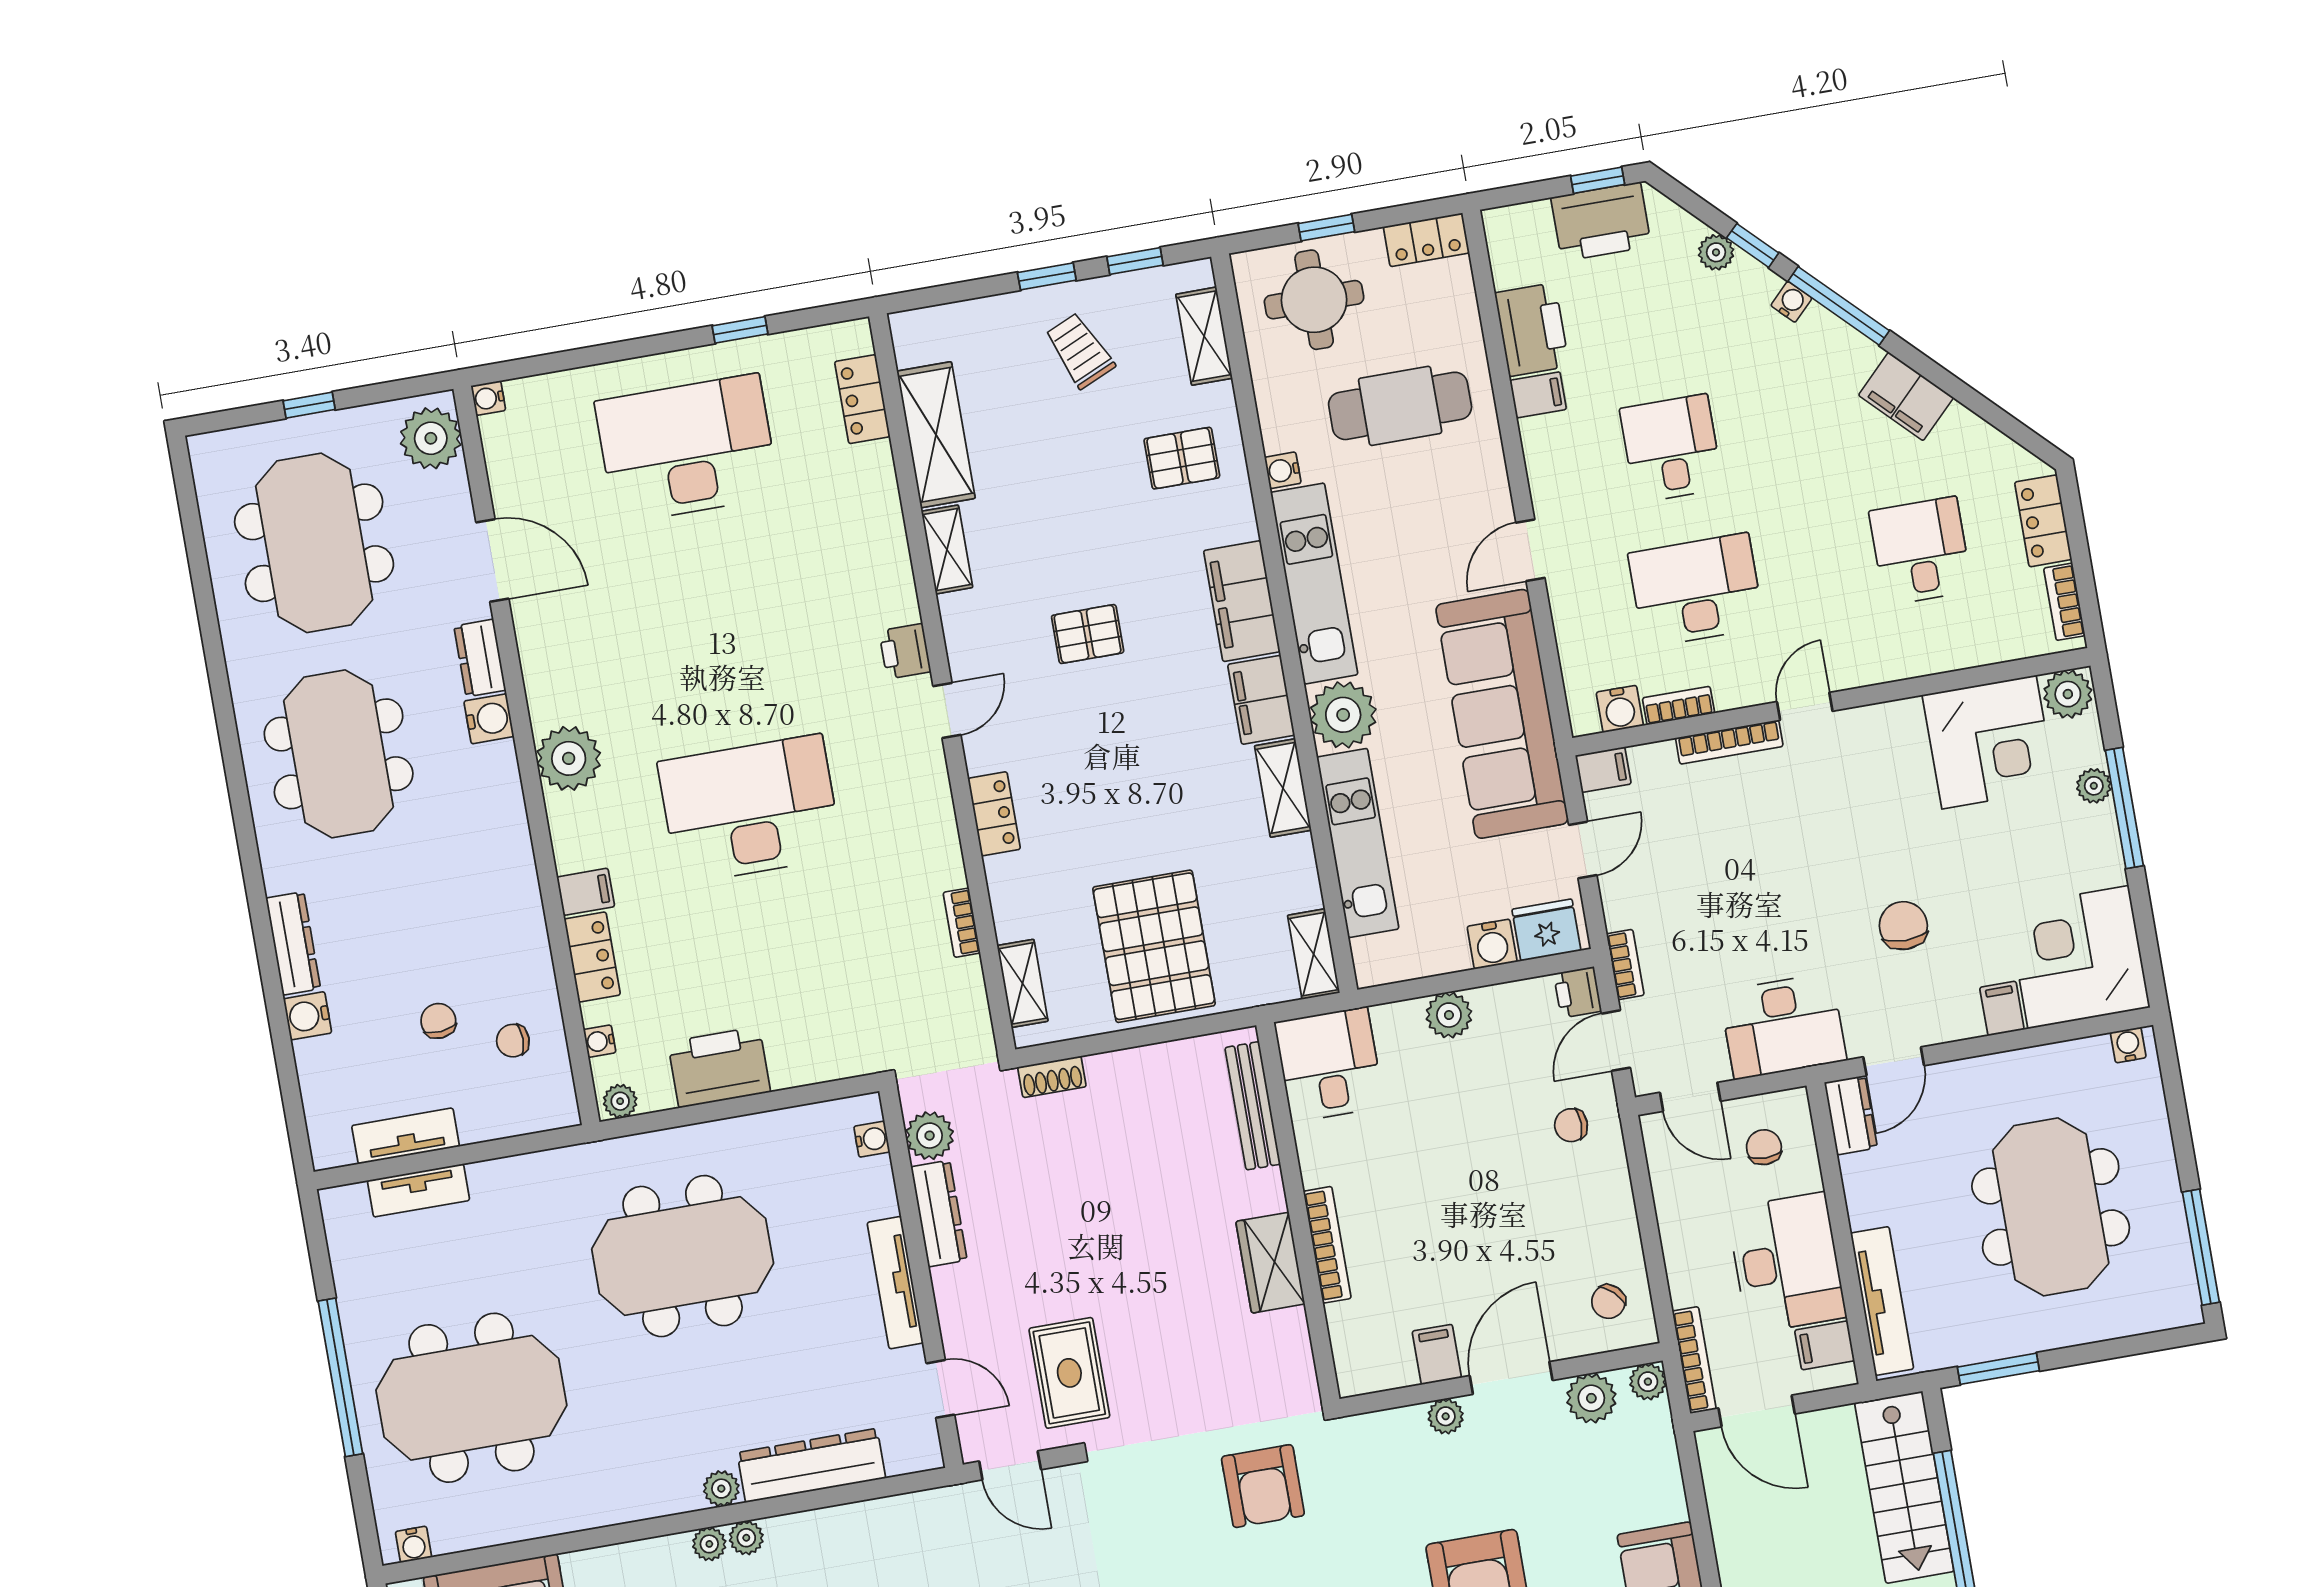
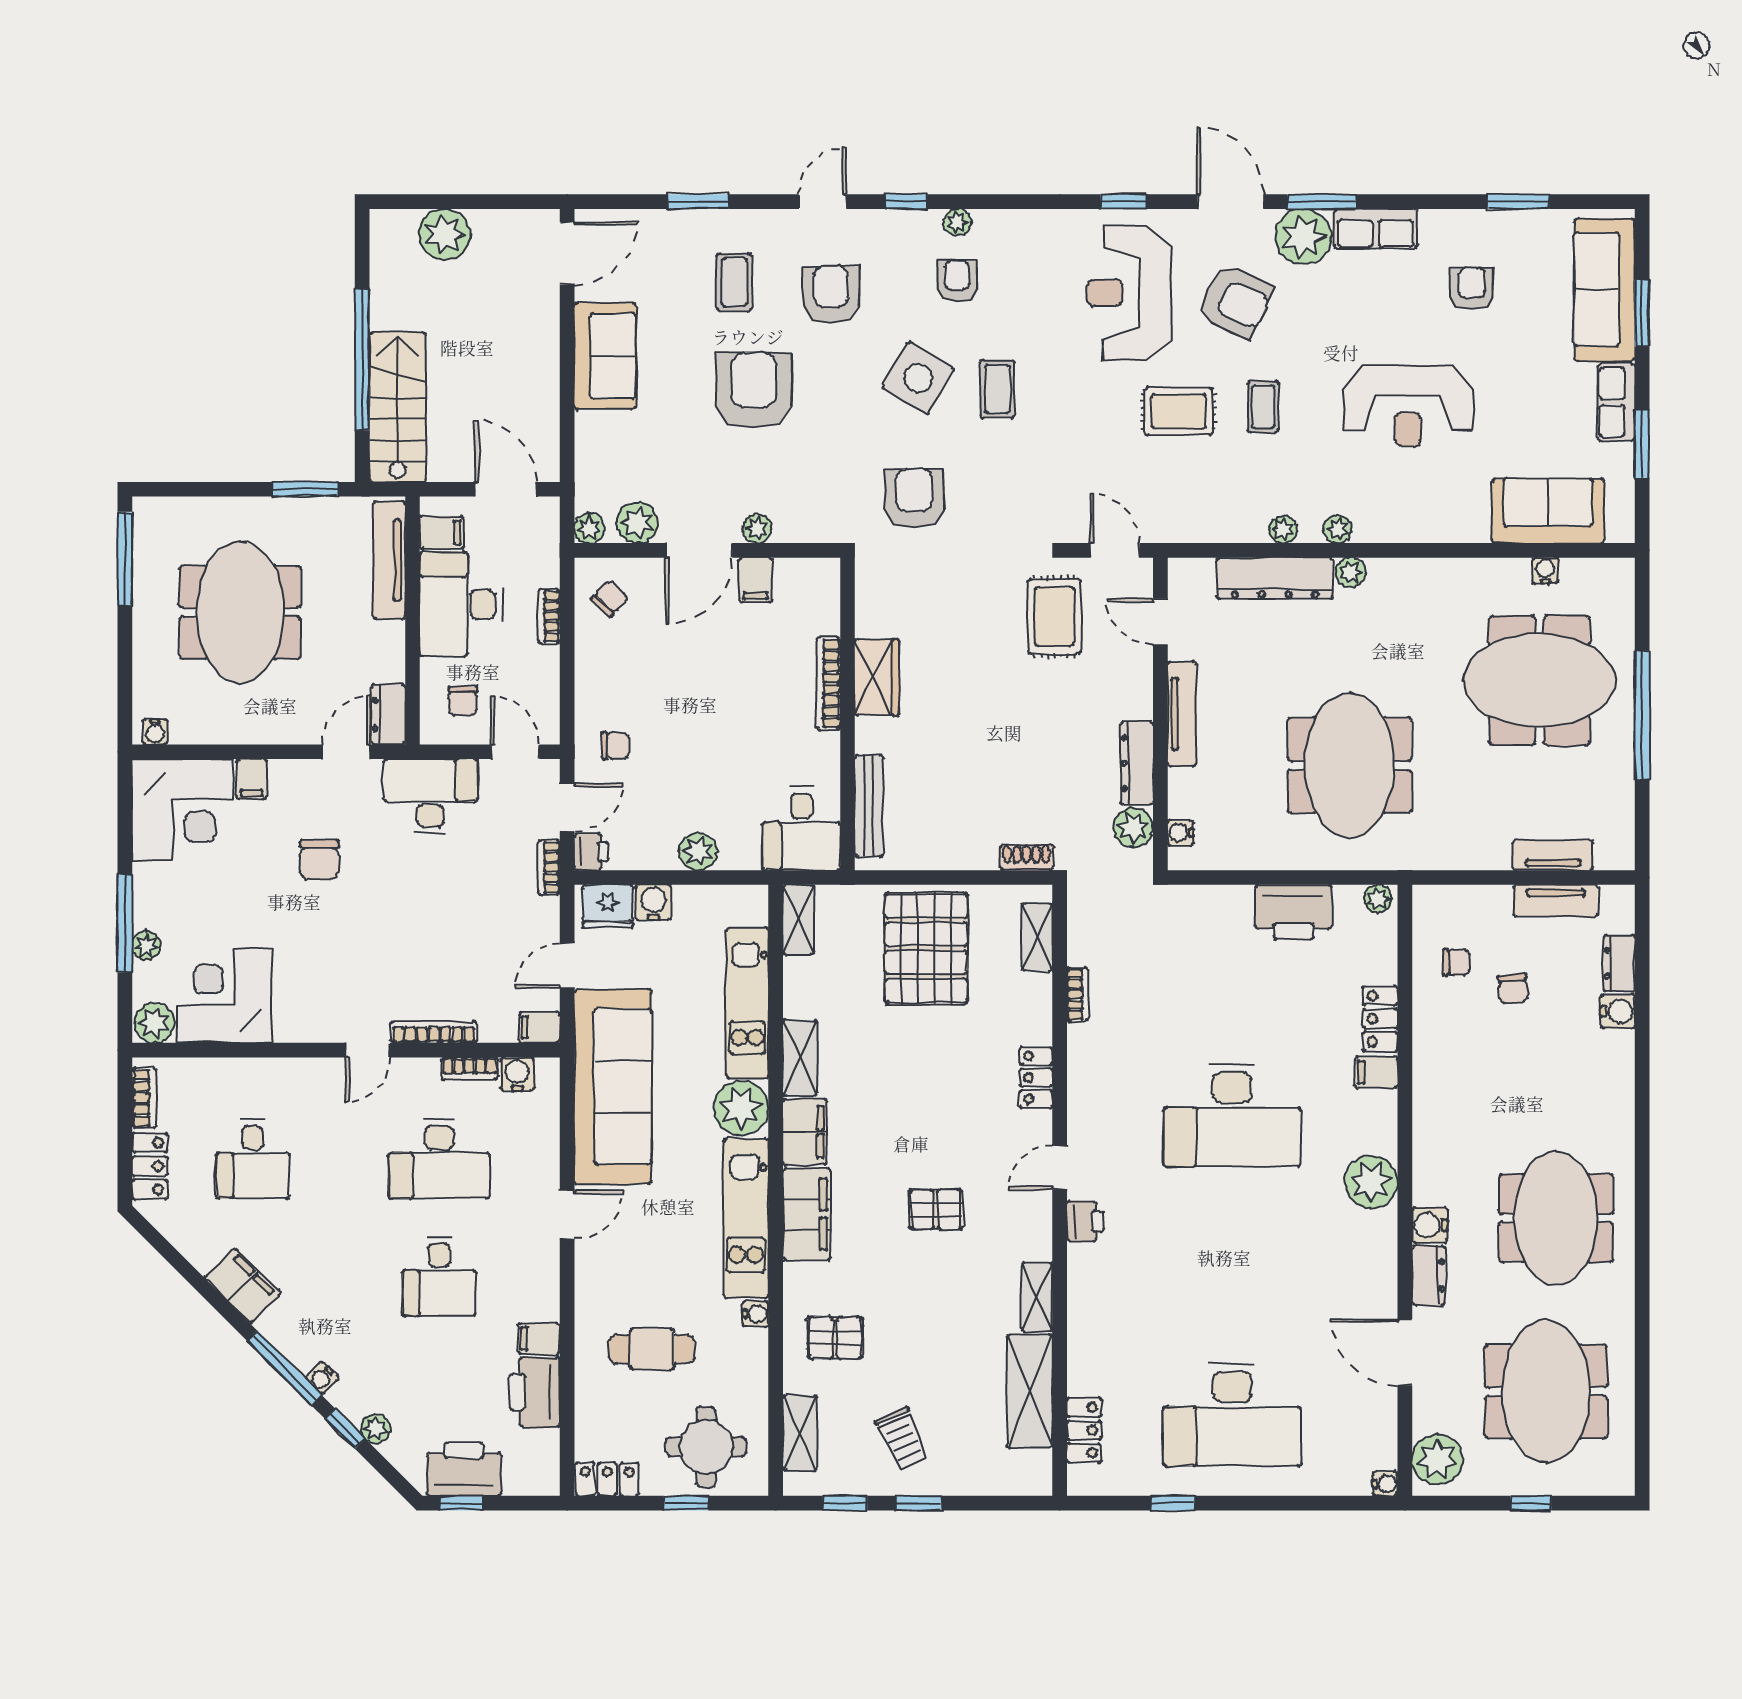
cafe table: (1400, 406) -> (652, 1349), width x0.73, depth x0.74
dresser: (293, 943) -> (1619, 963), moved, width x0.70
water cooler: (600, 1041) -> (1386, 950), removed
meeting table: (683, 1256) -> (1349, 765), turned 90
bookcase: (1694, 1360) -> (549, 617), moved, width x0.64
water cooler: (414, 1544) -> (1545, 571), moved
plant: (709, 1544) -> (1283, 529), moved

